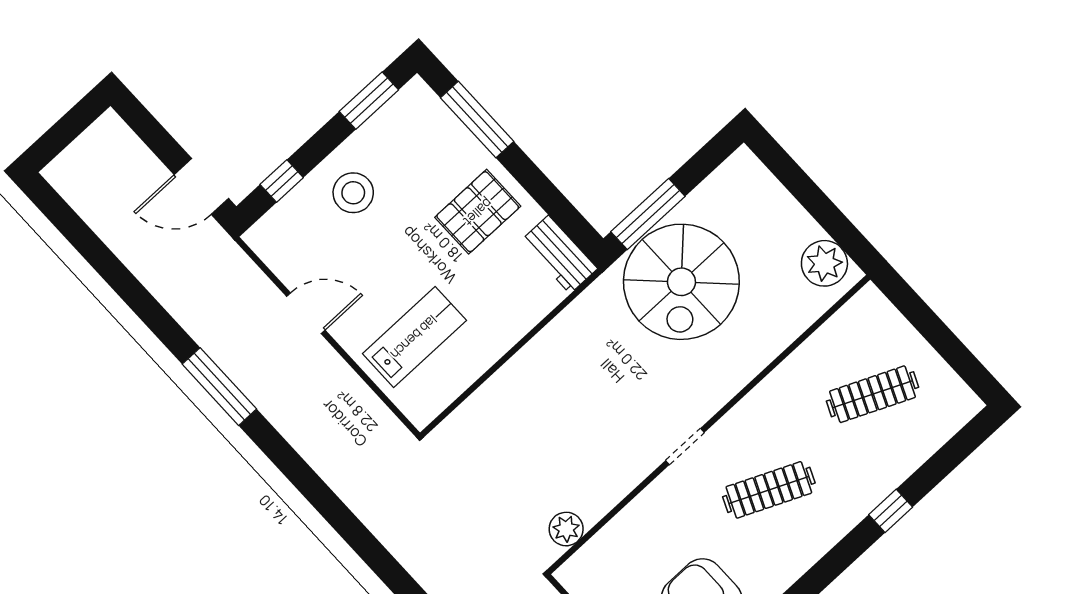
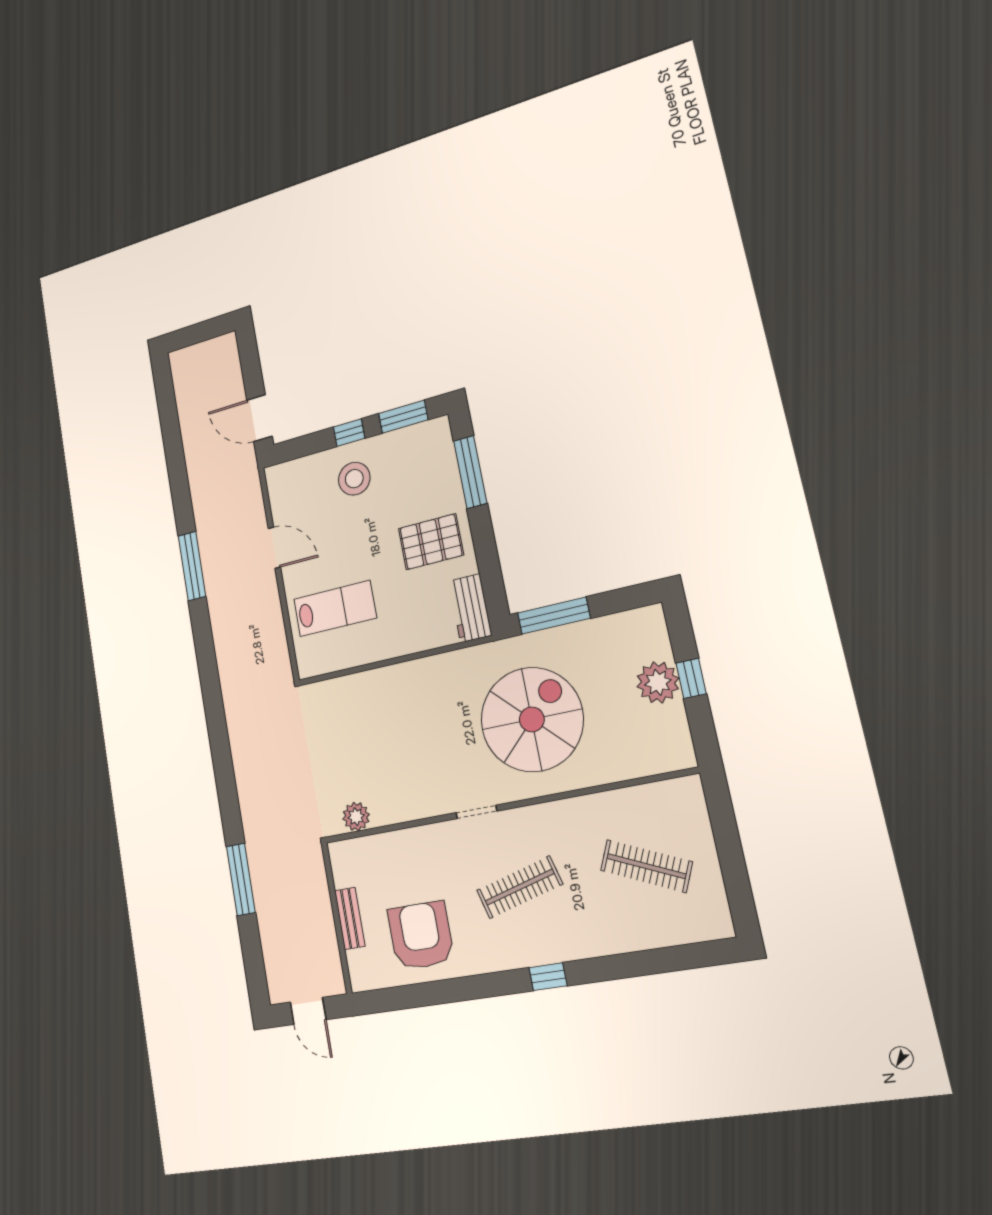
window: (282, 181) -> (349, 433), moved
window: (812, 198) -> (691, 678), added
plant: (824, 263) -> (658, 682), moved
spiral stairs: (681, 282) -> (532, 719), moved, turned 180
clothes rail: (769, 490) -> (520, 887), turned -39
window: (891, 511) -> (548, 977), moved

